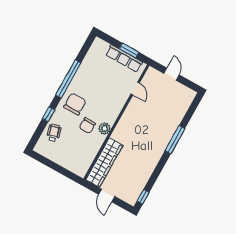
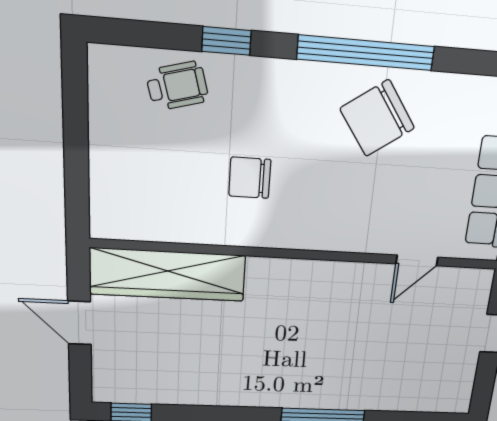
chair: (75, 104) -> (377, 118), moved, turned 145
plant: (105, 129) -> (265, 230), removed
door: (107, 195) -> (79, 323), hinge flipped

